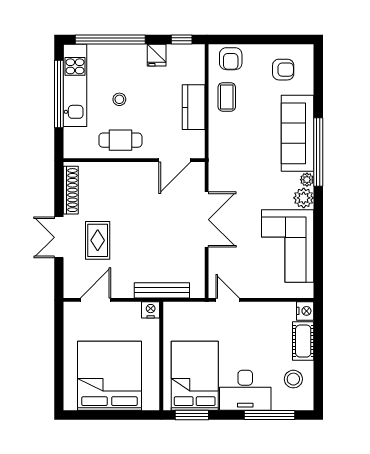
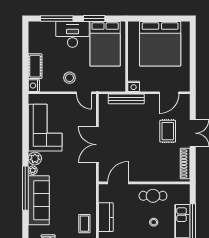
stool: (293, 379) -> (69, 78), moved
window: (192, 415) -> (94, 18), moved

